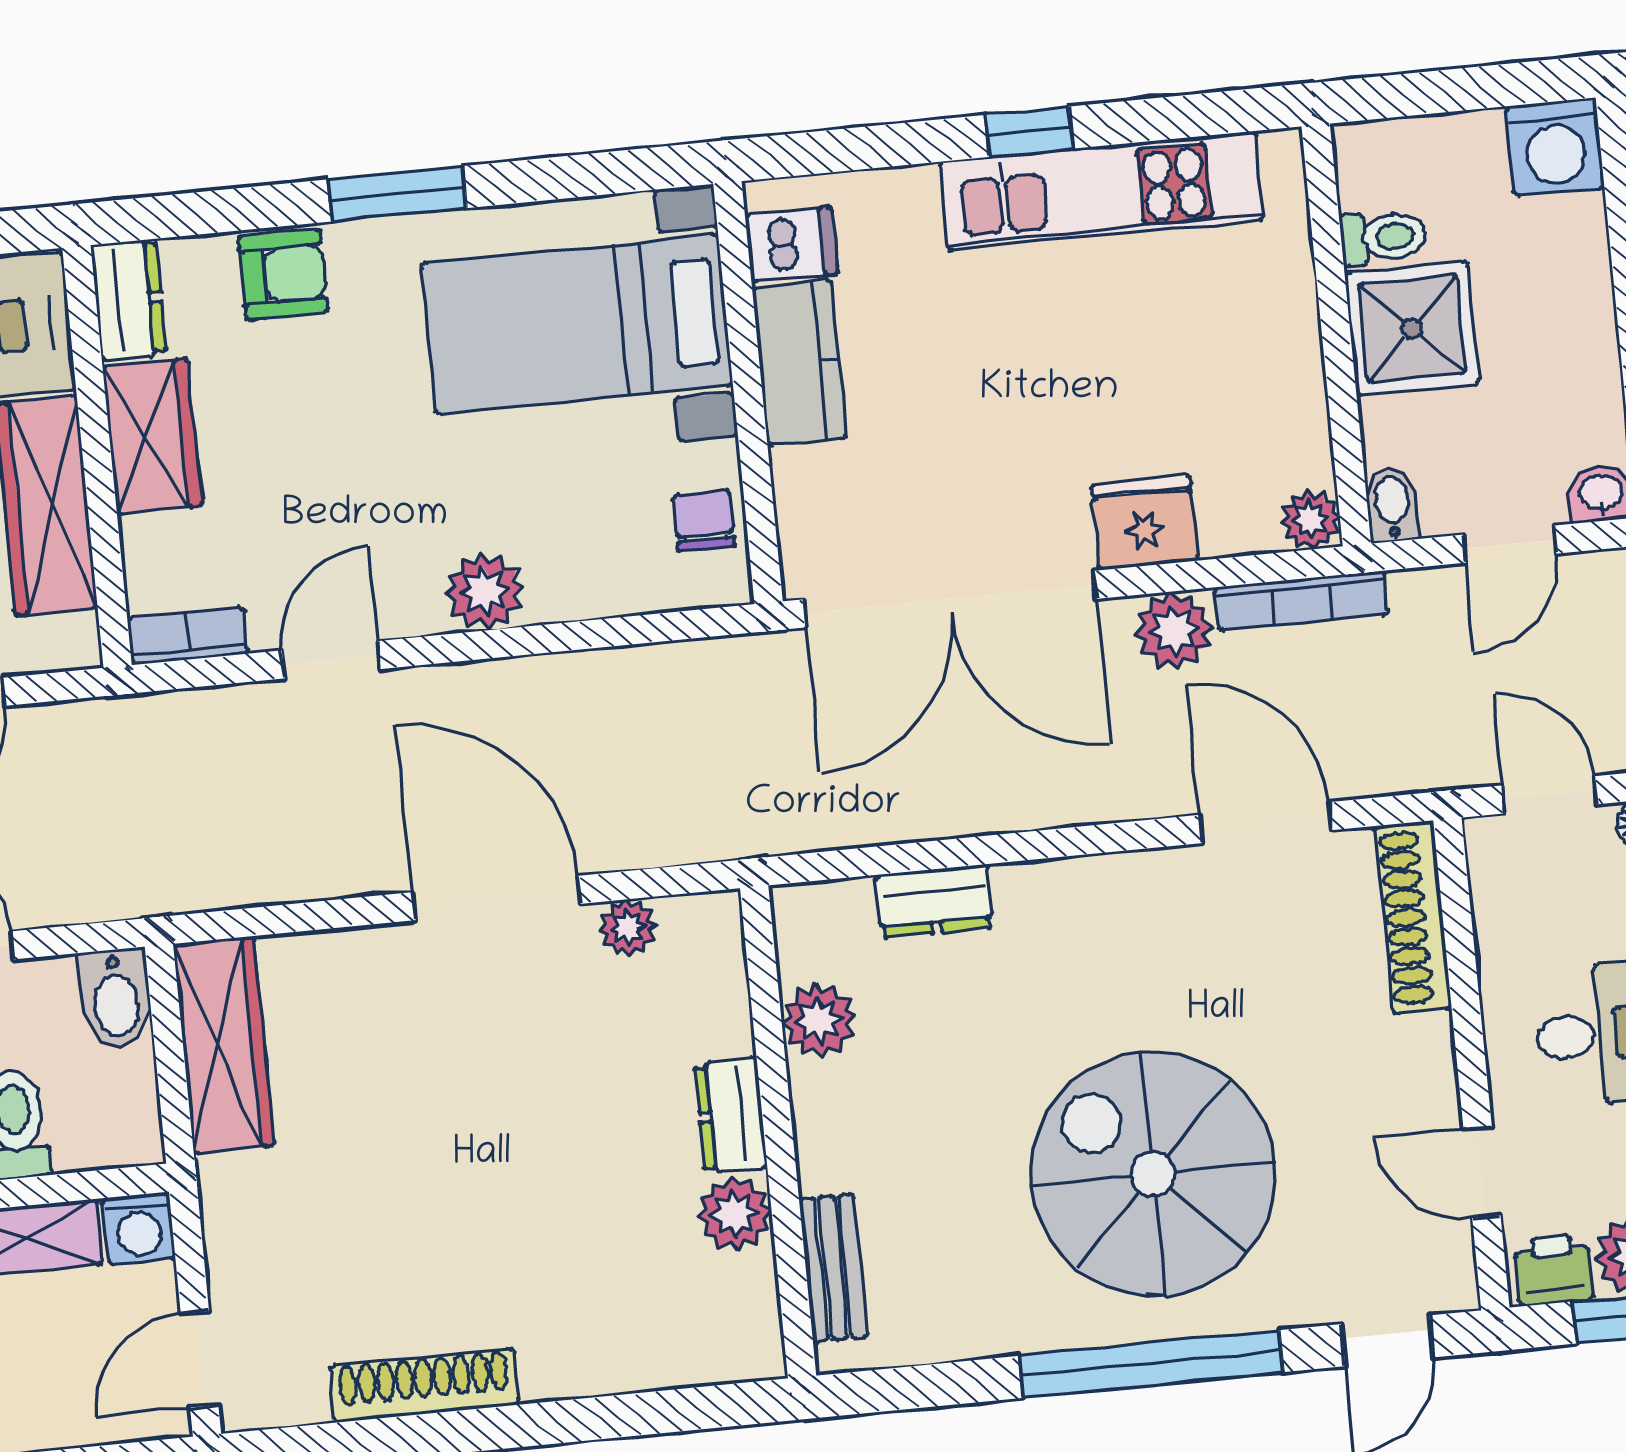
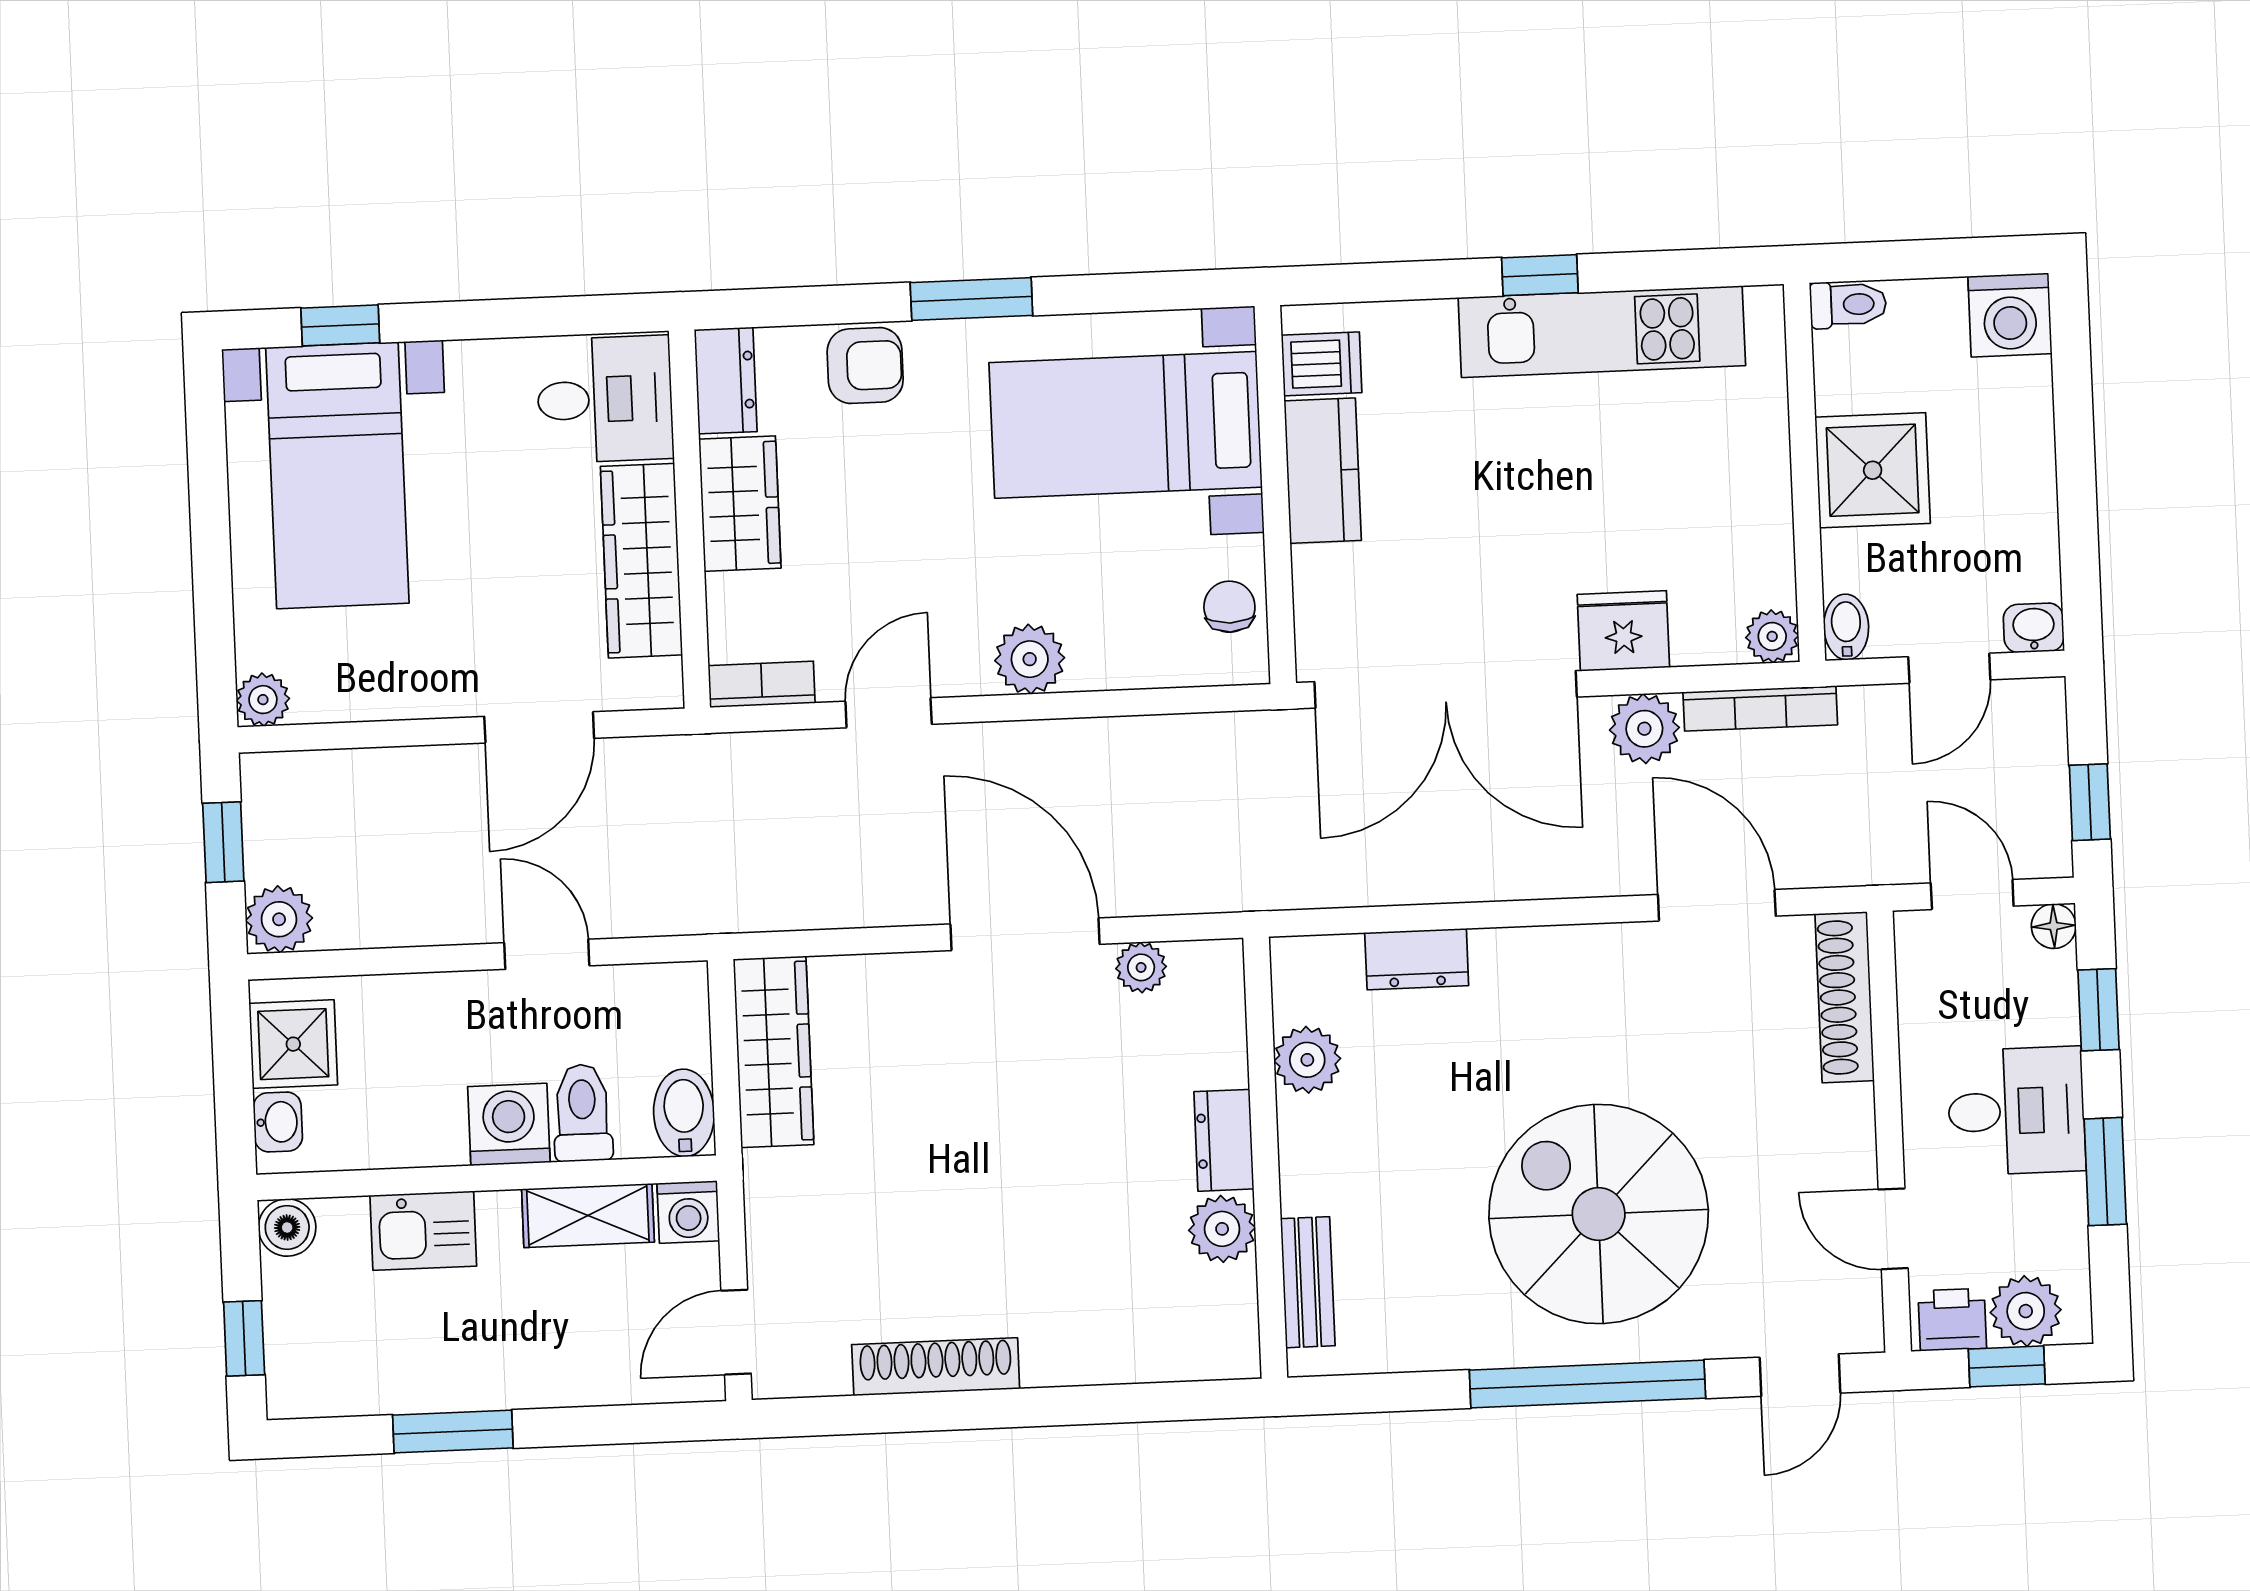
toilet: (1383, 237) -> (1848, 304), moved
bidet: (116, 999) -> (684, 1113), moved, turned 180

